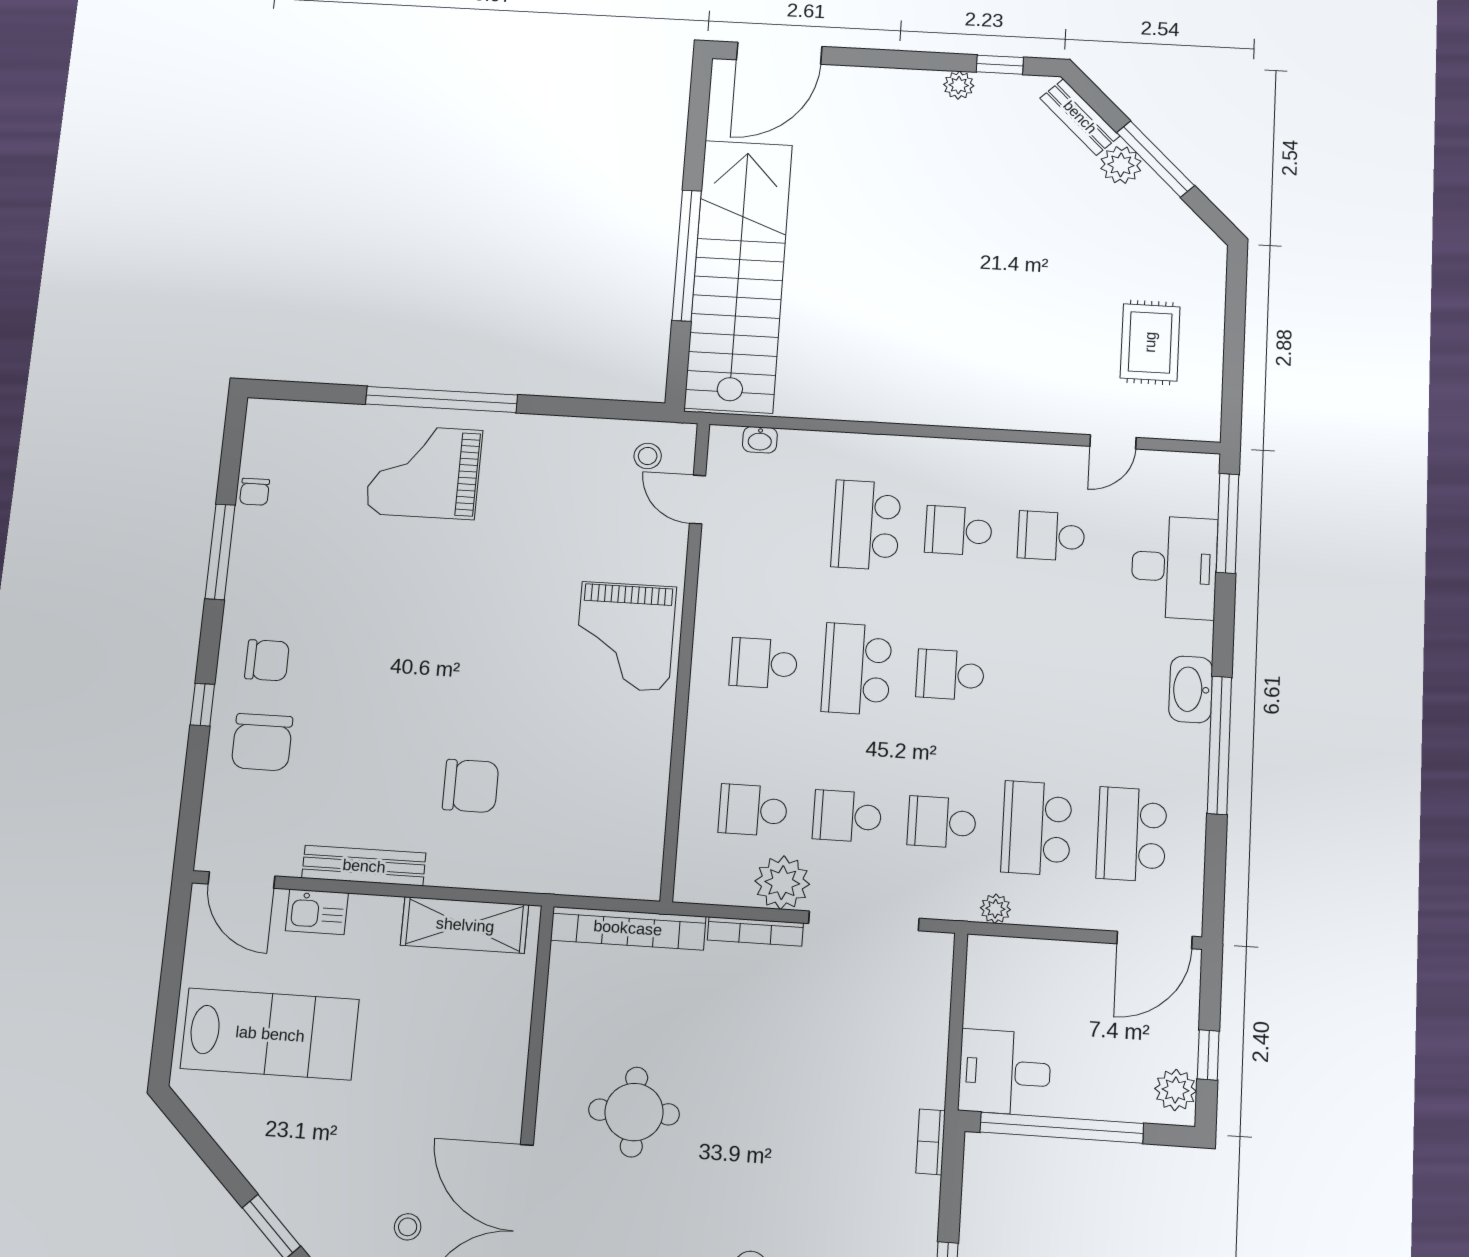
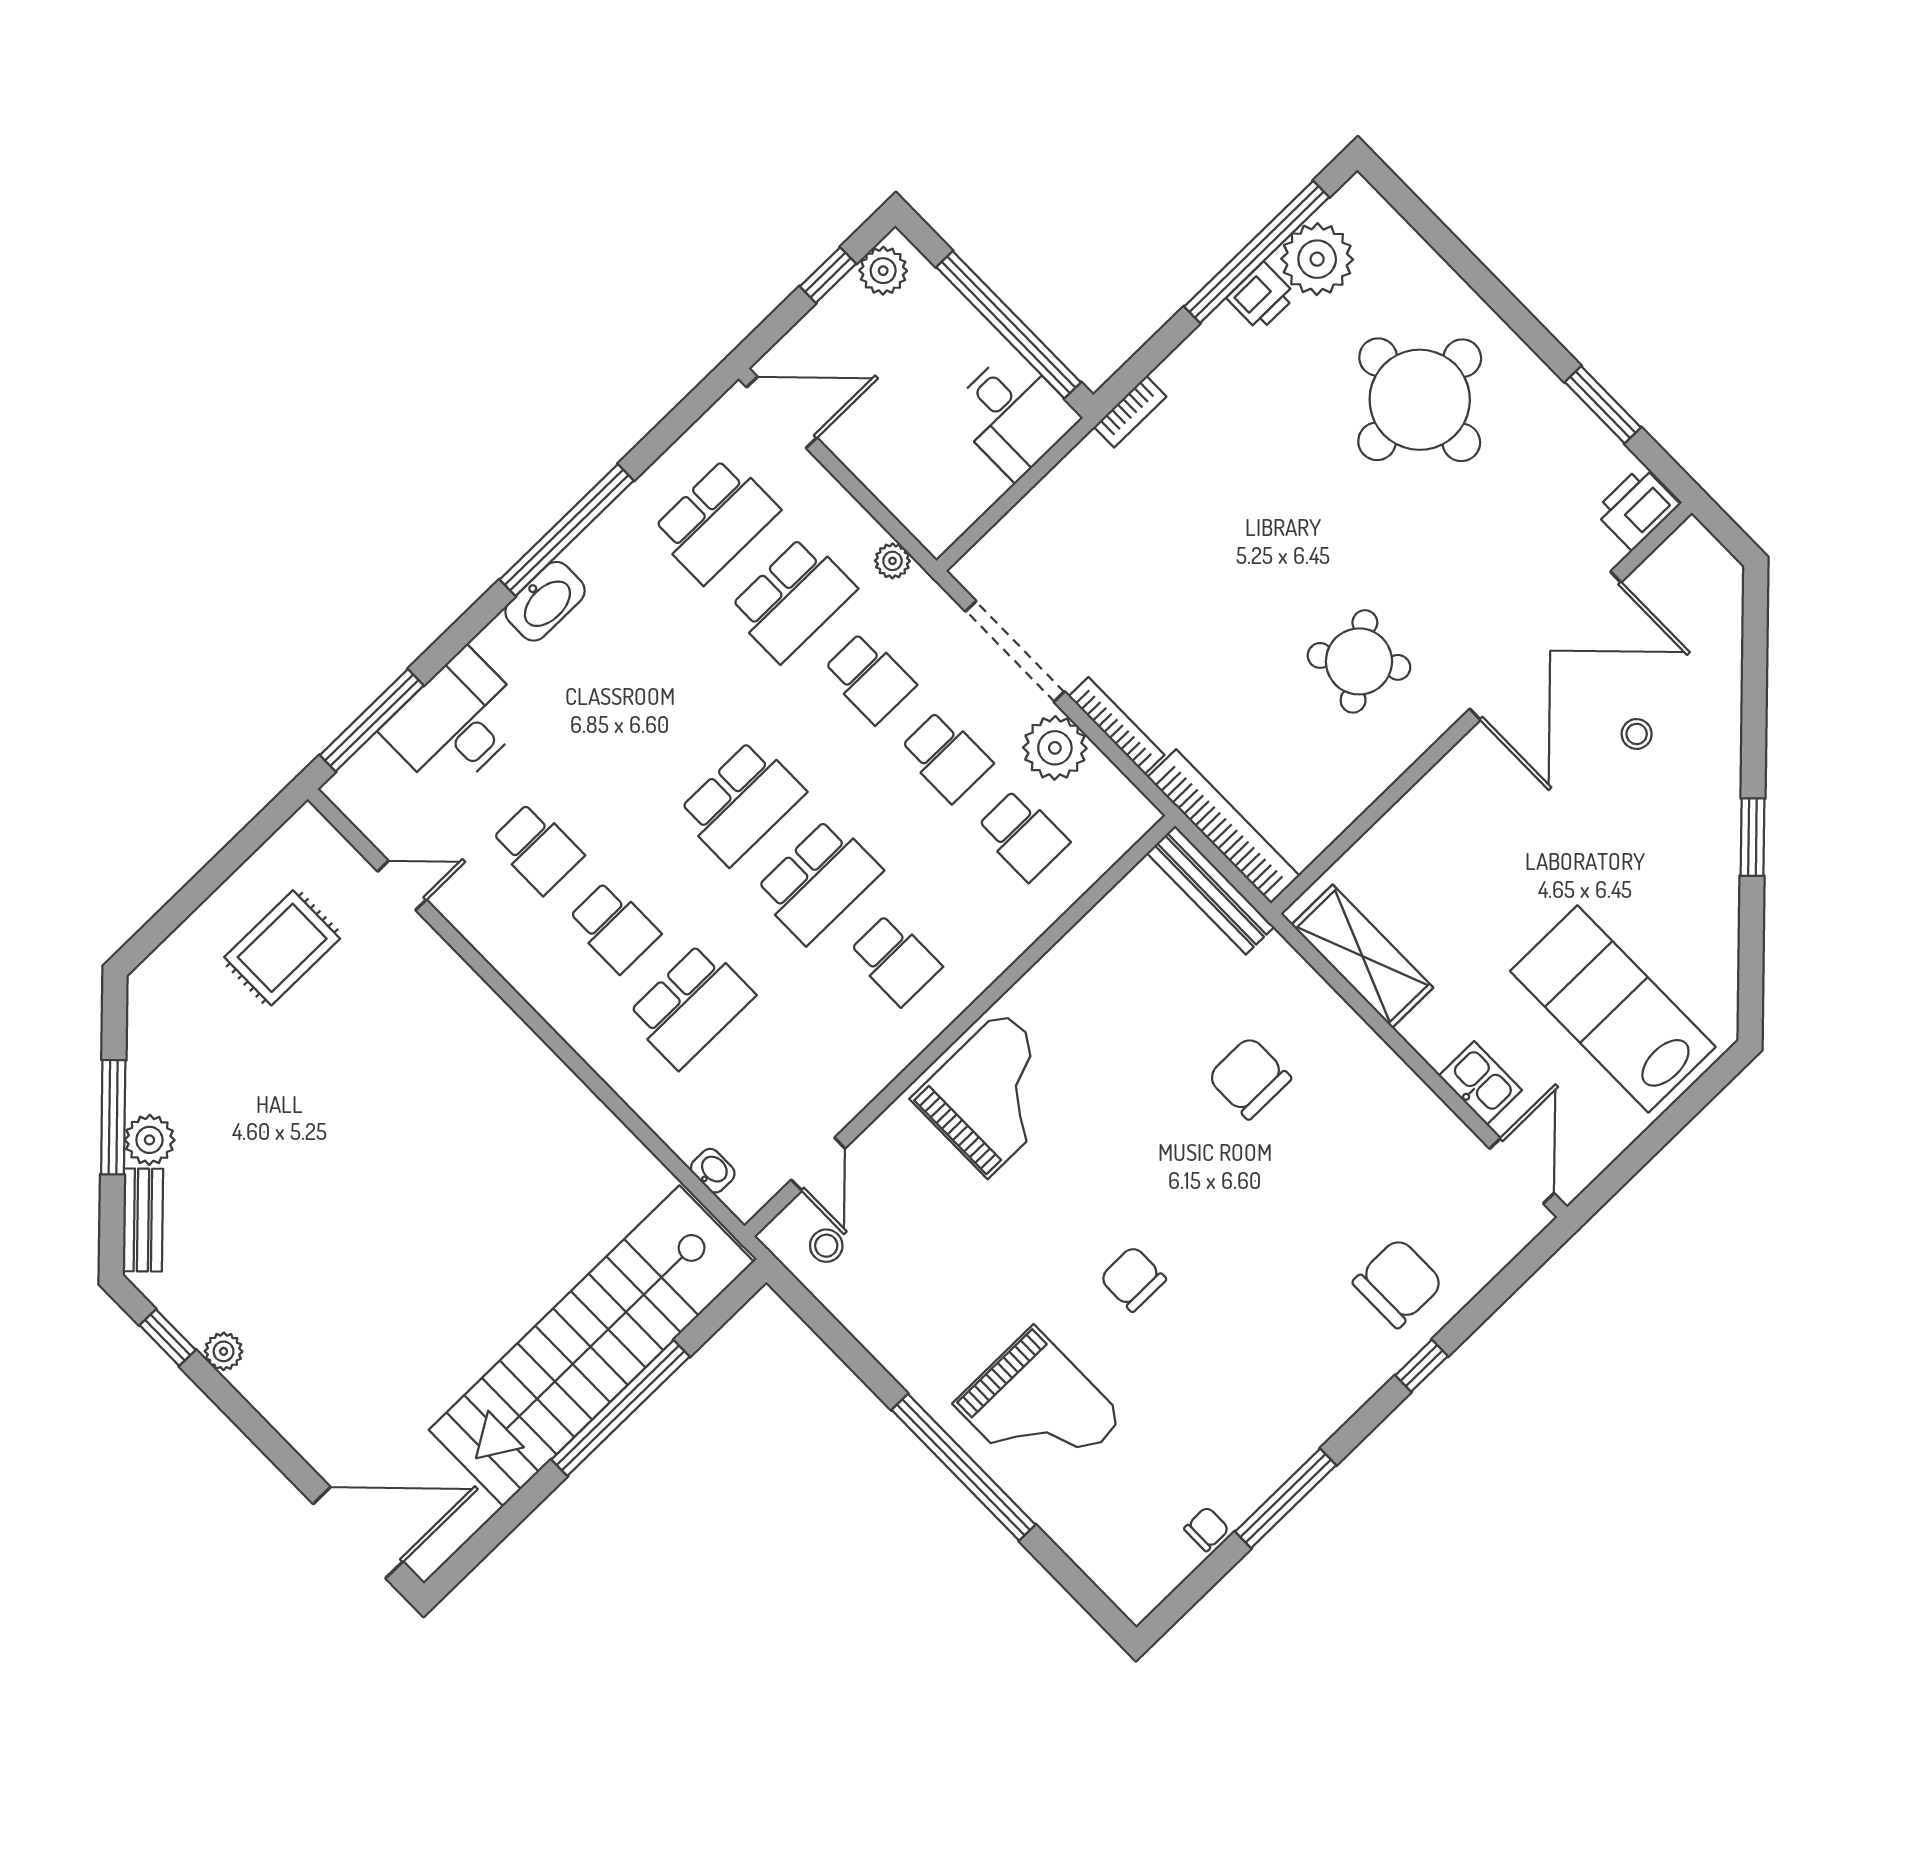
chair: (267, 660) -> (1133, 1279), moved
school desk: (950, 675) -> (742, 802), width x1.85
bench: (364, 866) -> (1211, 890), moved
round table: (634, 1112) -> (1359, 661), turned -37

